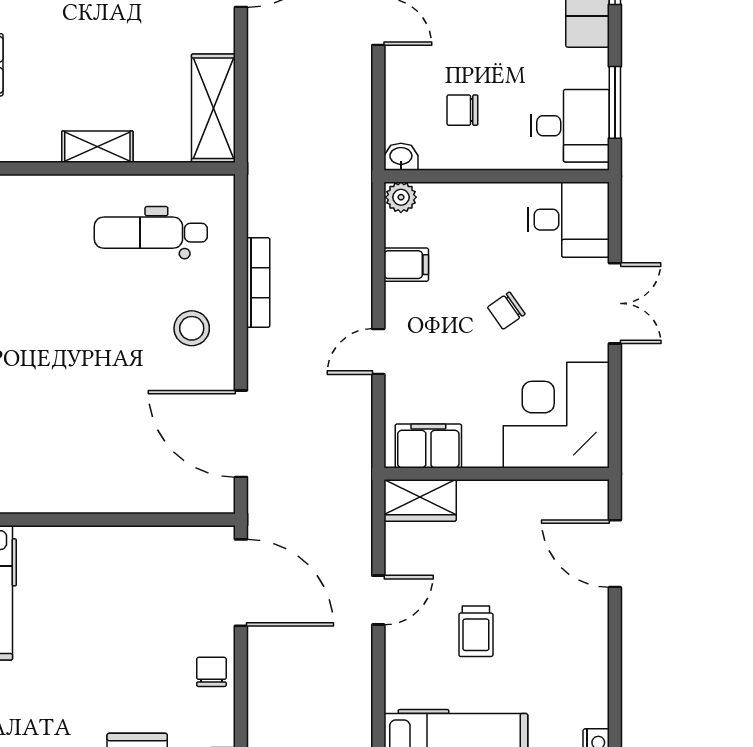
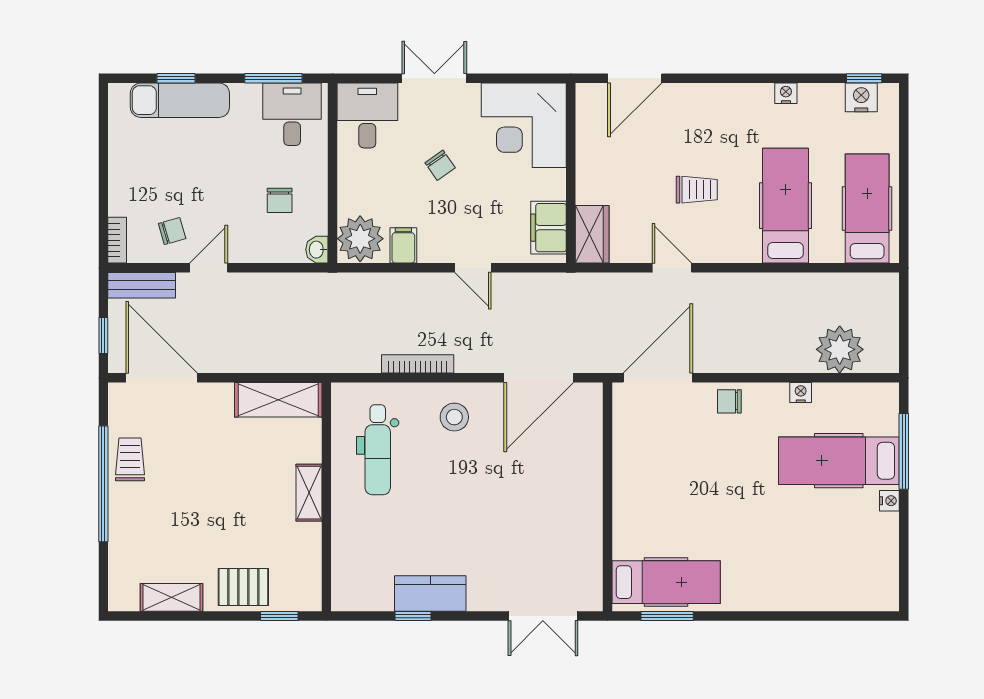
plant: (401, 197) -> (360, 239), width x1.87, depth x1.87

